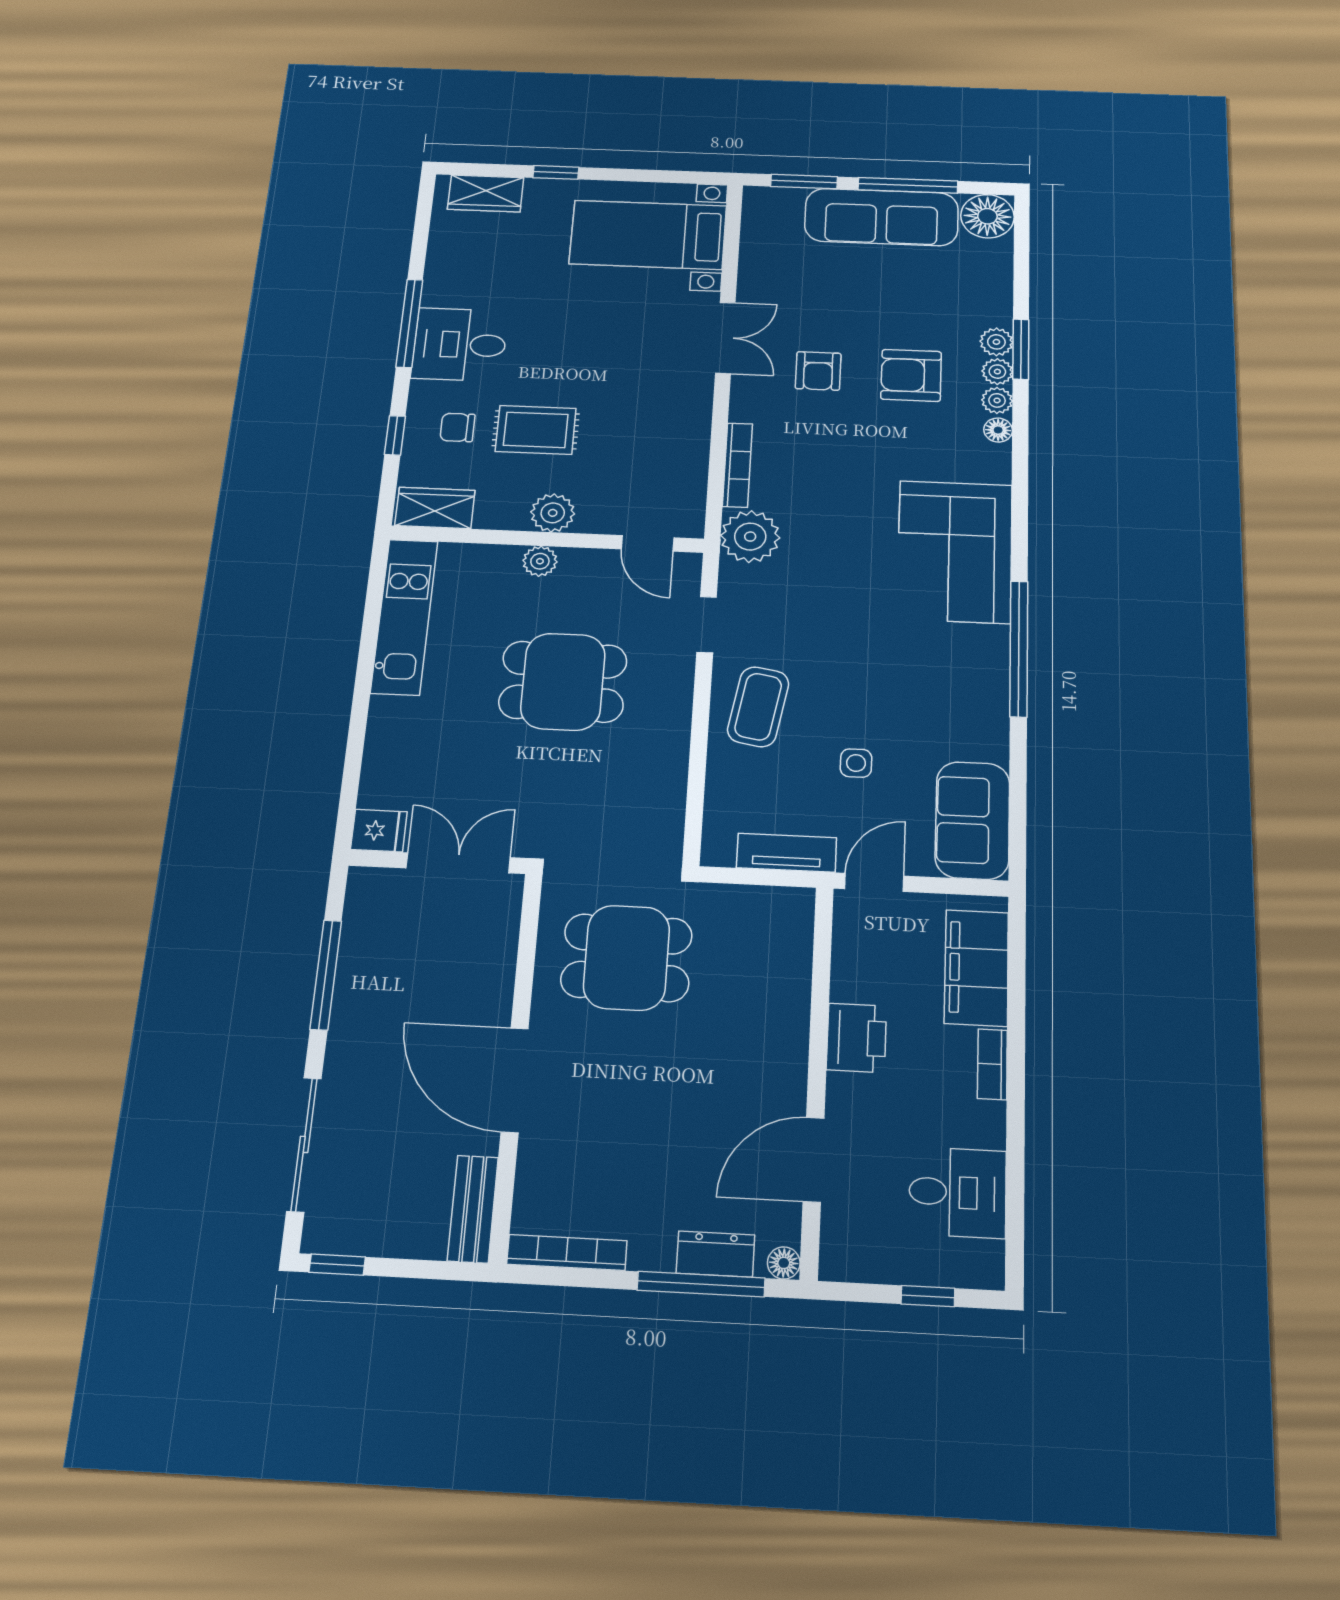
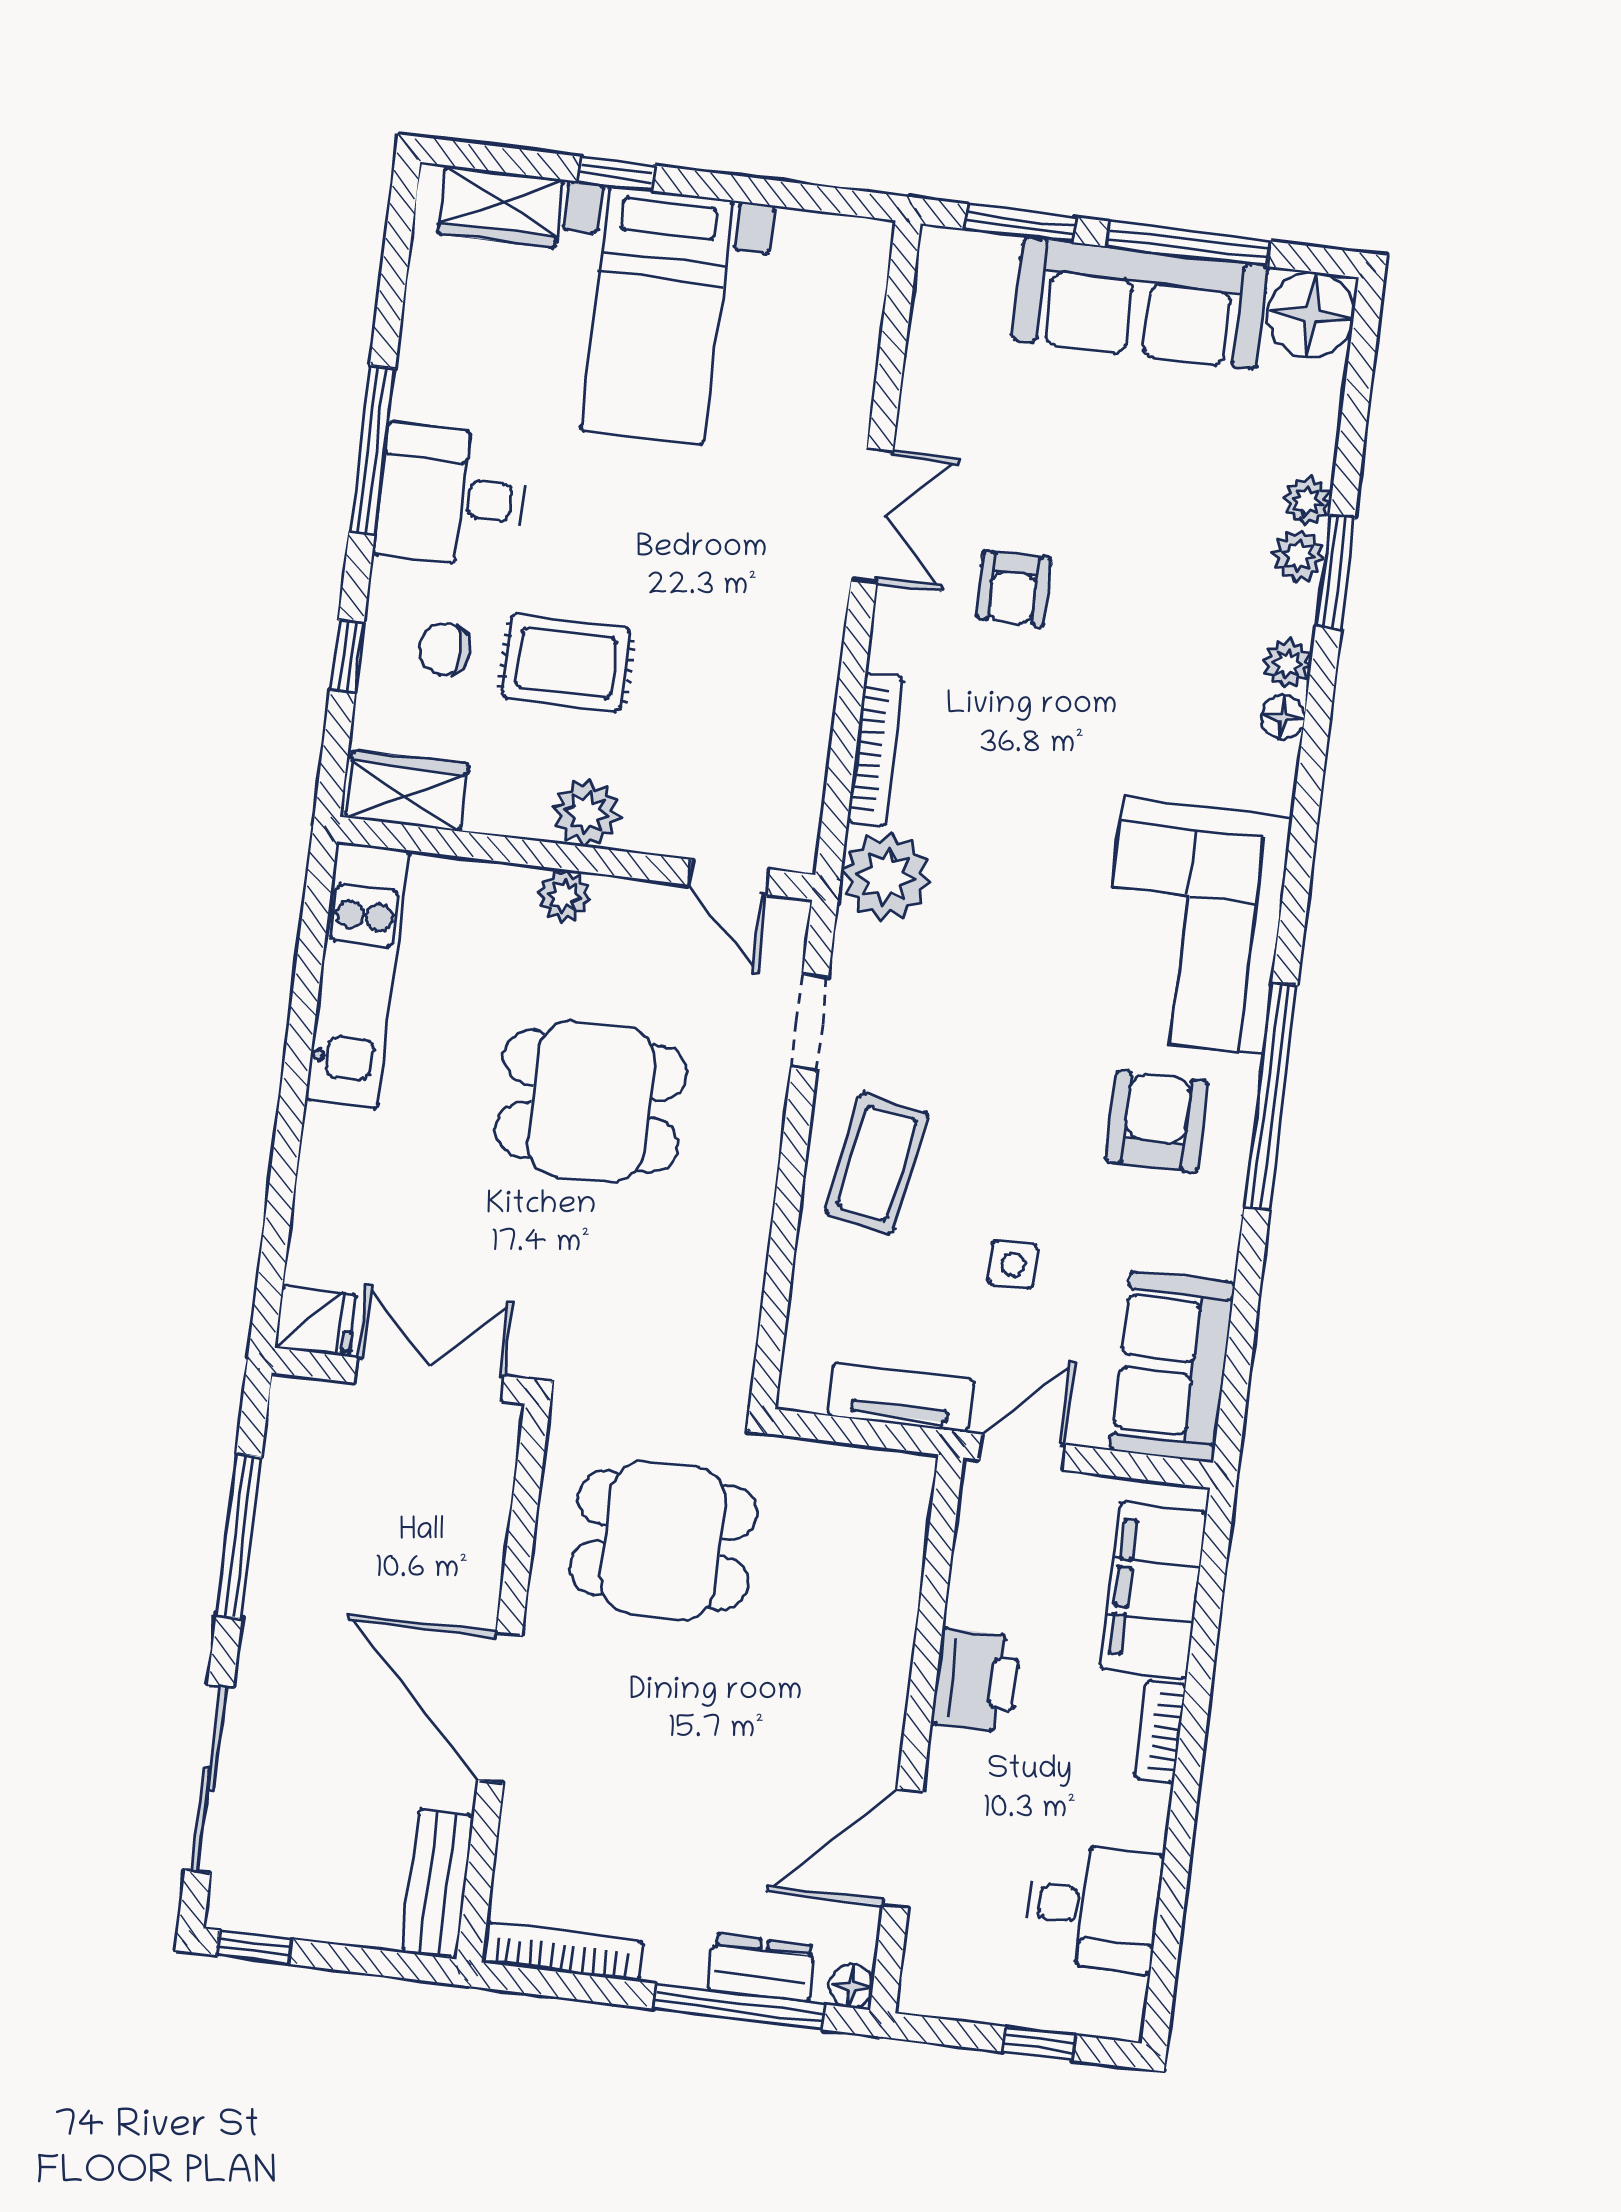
bed with nightstands: (648, 235) -> (657, 315), moved, turned -90
plant: (997, 372) -> (1307, 501), moved
armchair: (911, 375) -> (1156, 1121), moved, turned 90

